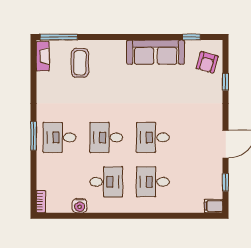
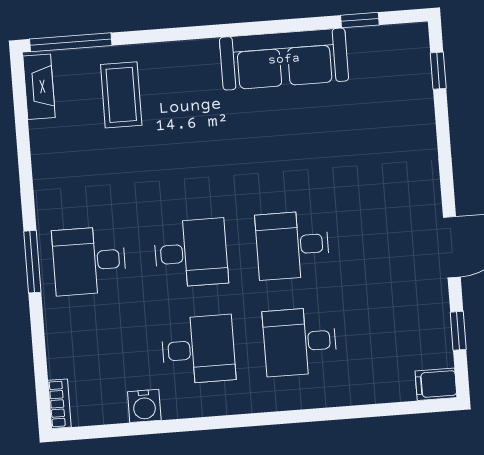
armchair: (207, 62) -> (398, 72), removed
window: (226, 82) -> (438, 71), moved
desk: (106, 137) -> (191, 253), turned 180

